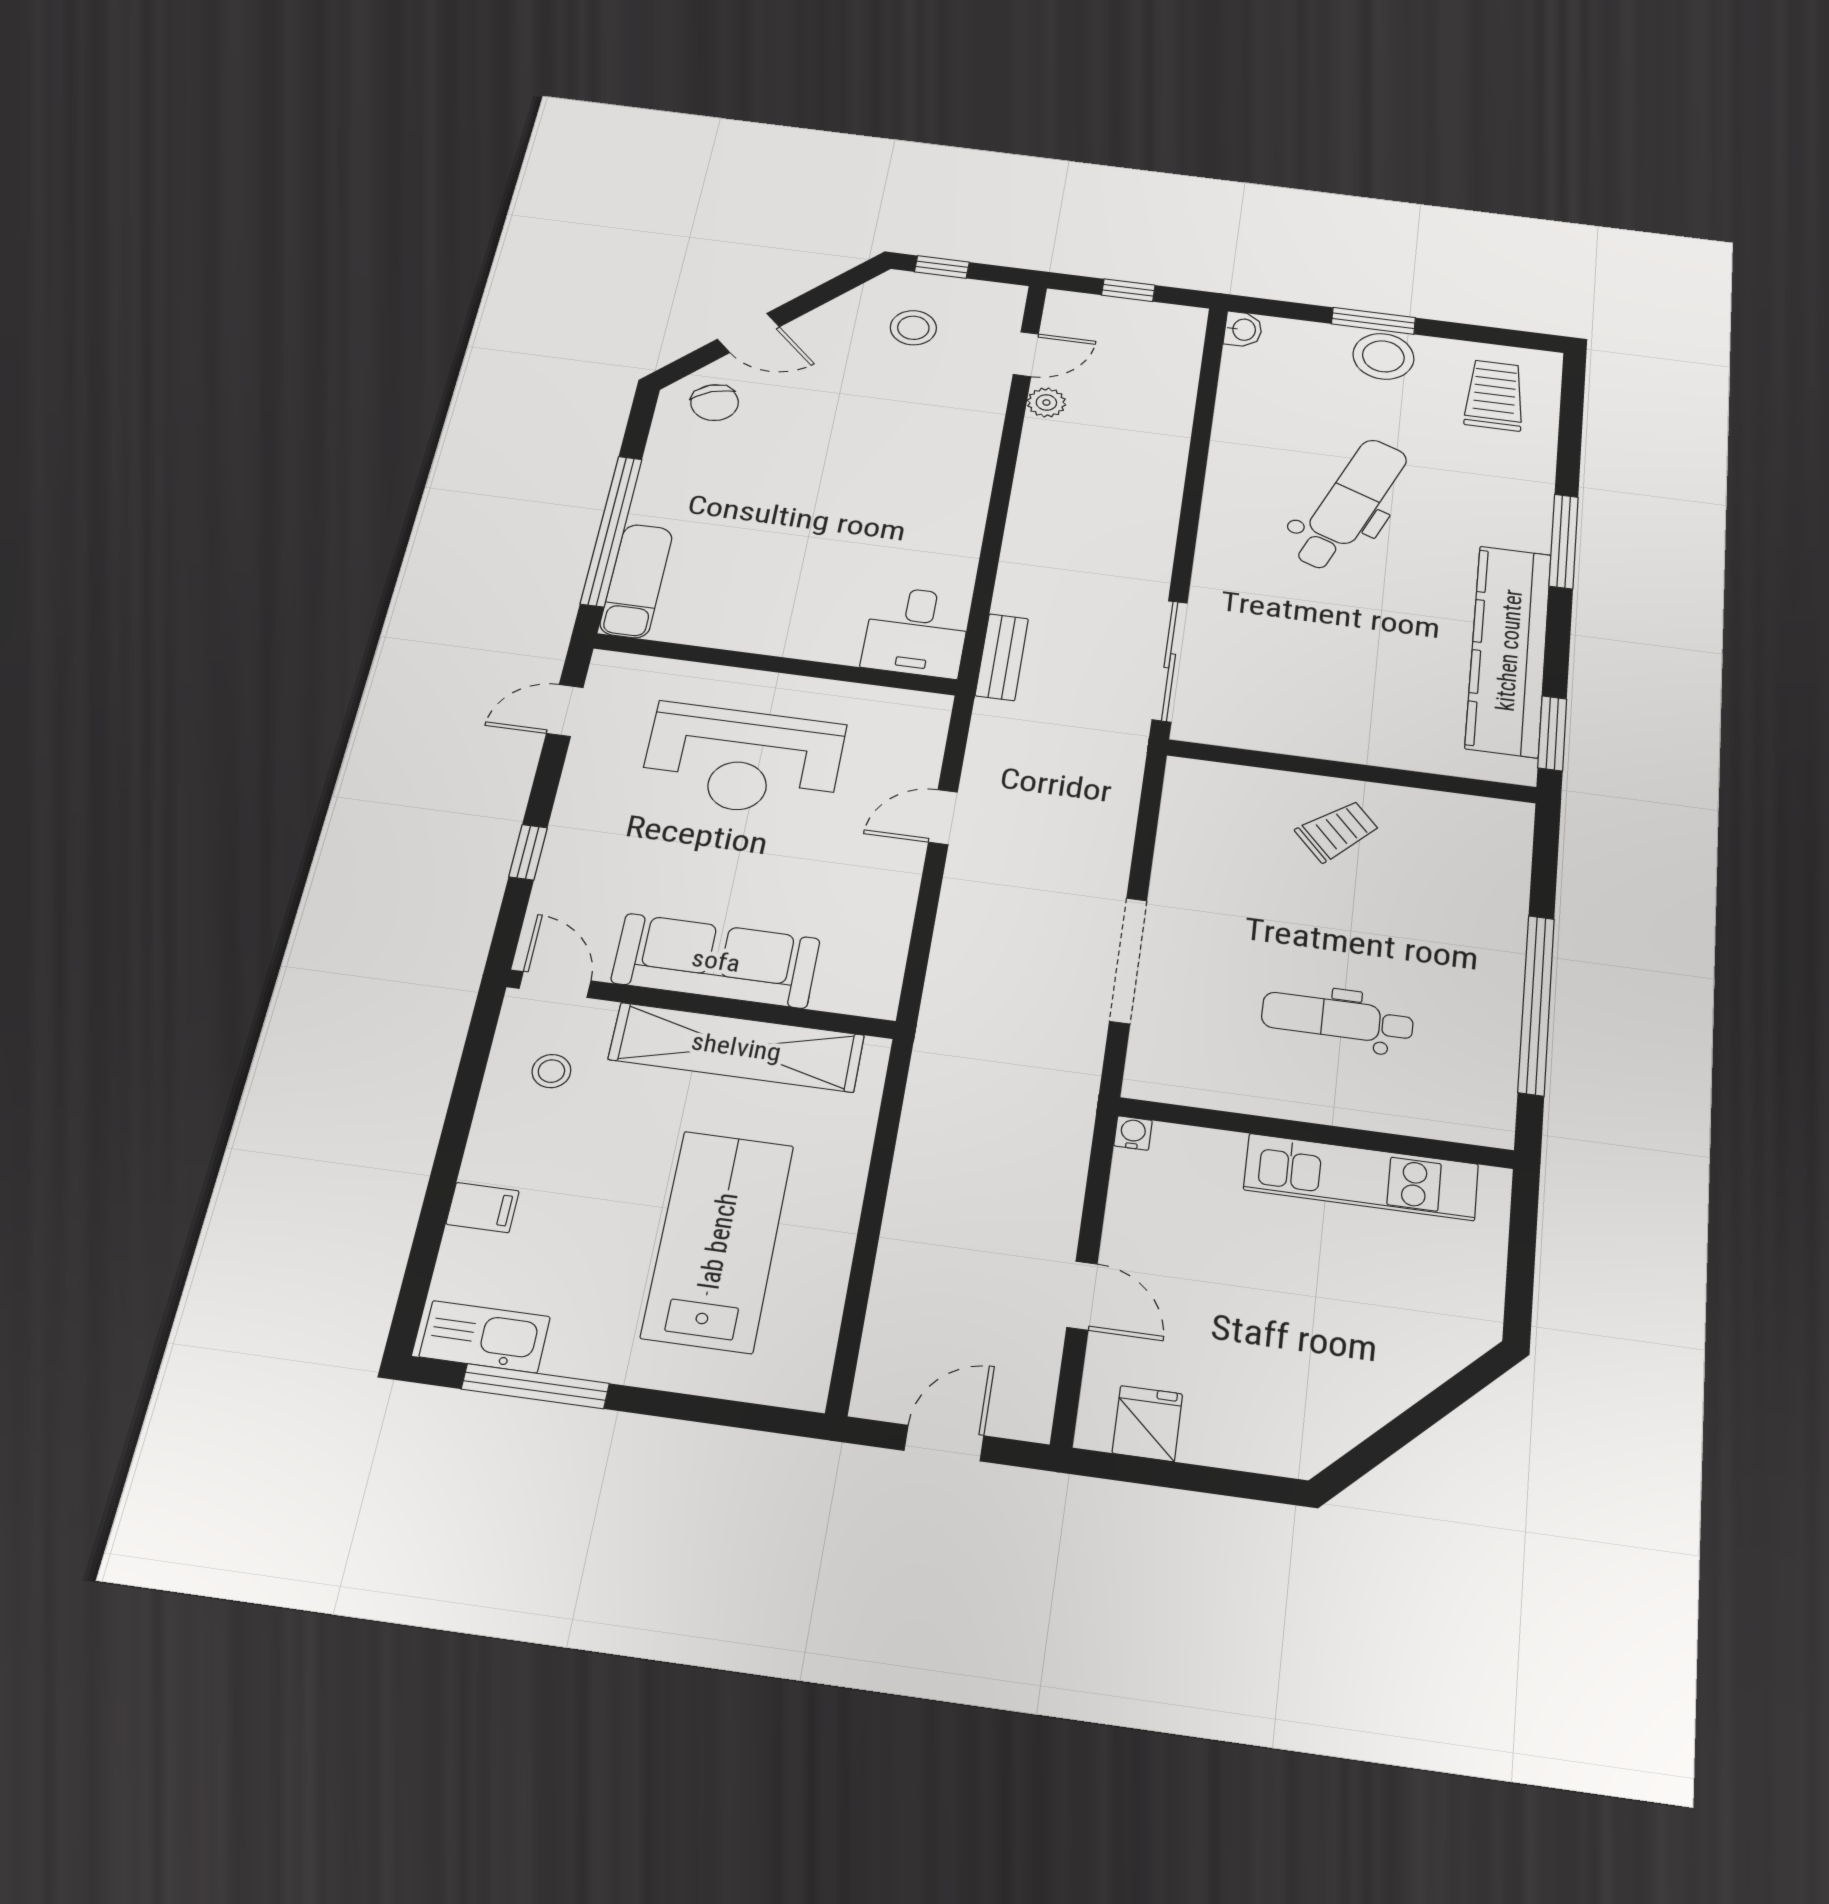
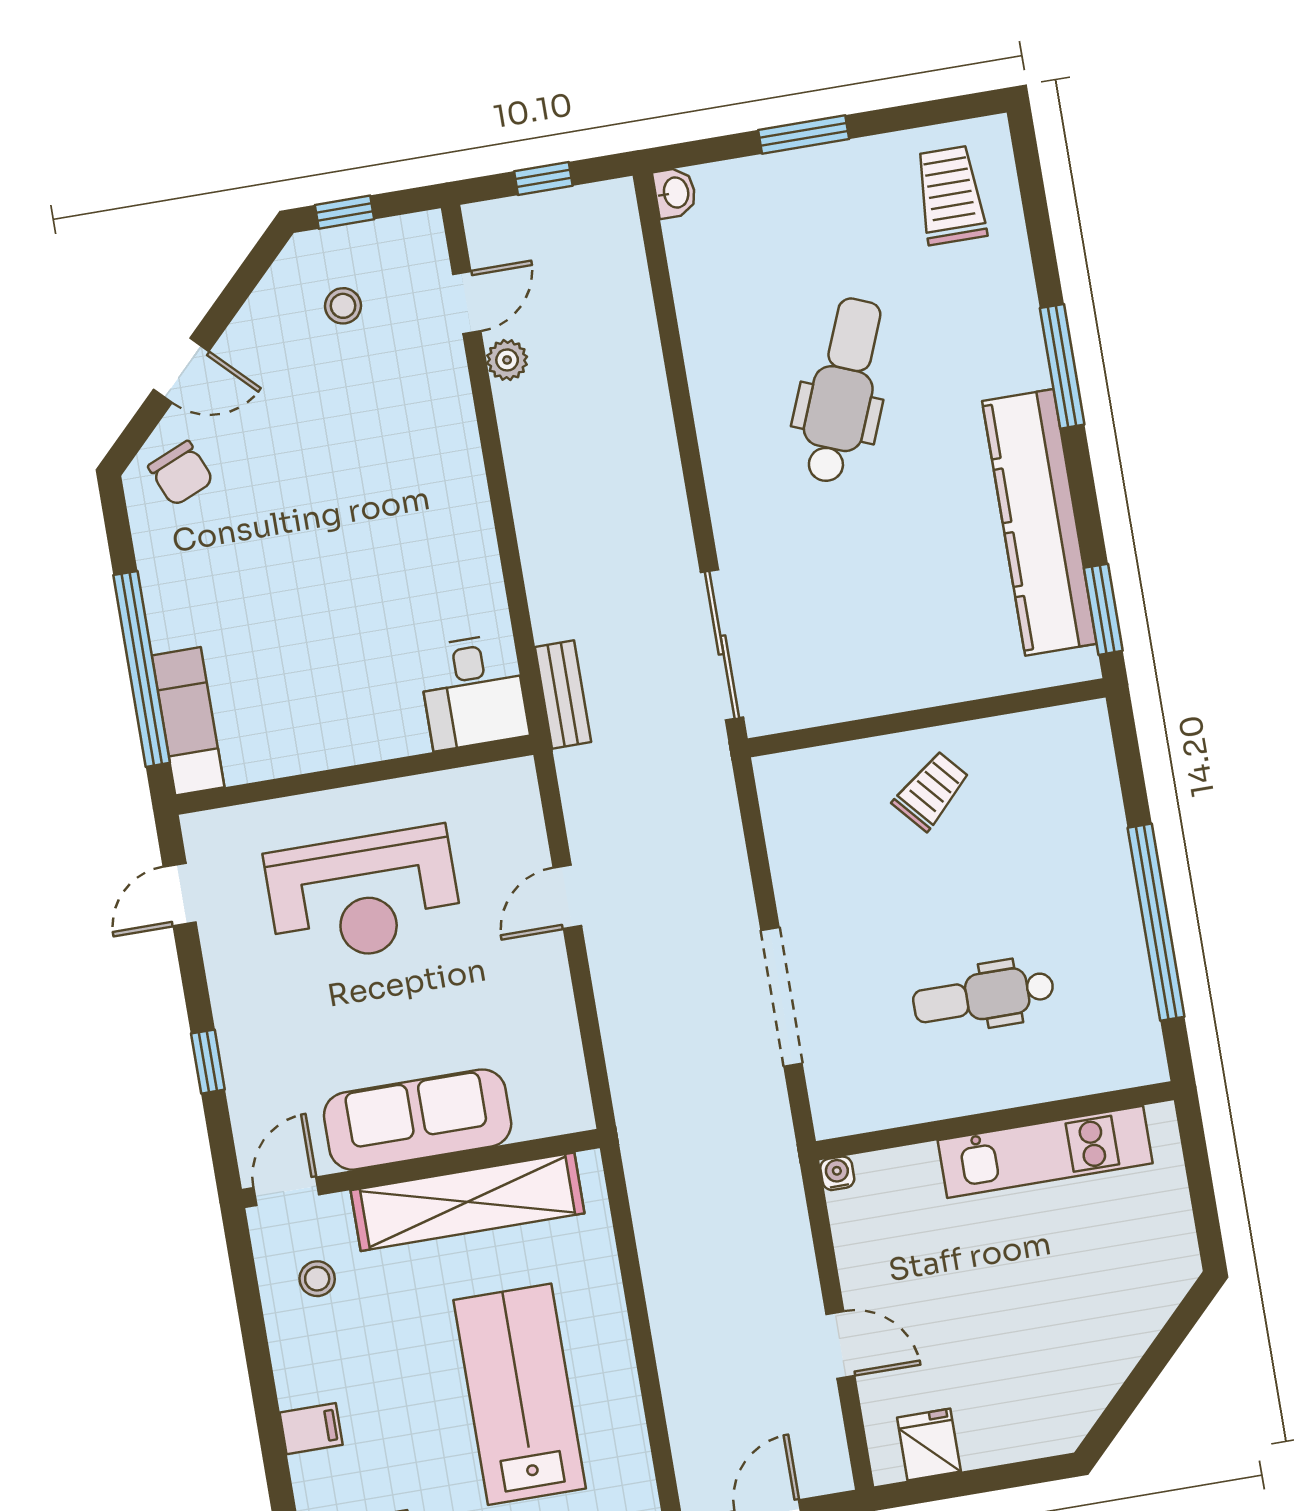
stool: (913, 328) -> (343, 306), width x0.73, depth x0.73
stool: (1383, 356) -> (826, 181), removed
door: (555, 985) -> (286, 1191), hinge flipped

